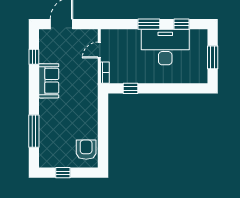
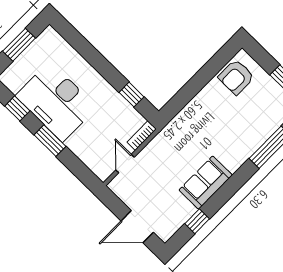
door: (99, 50) -> (125, 164), swing flipped

